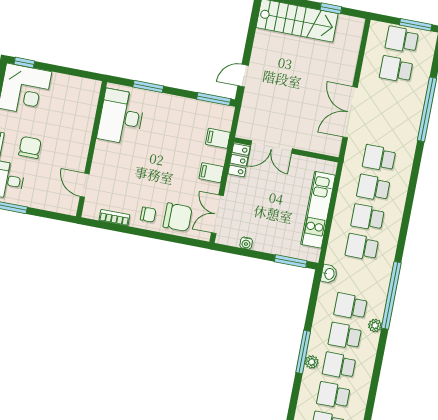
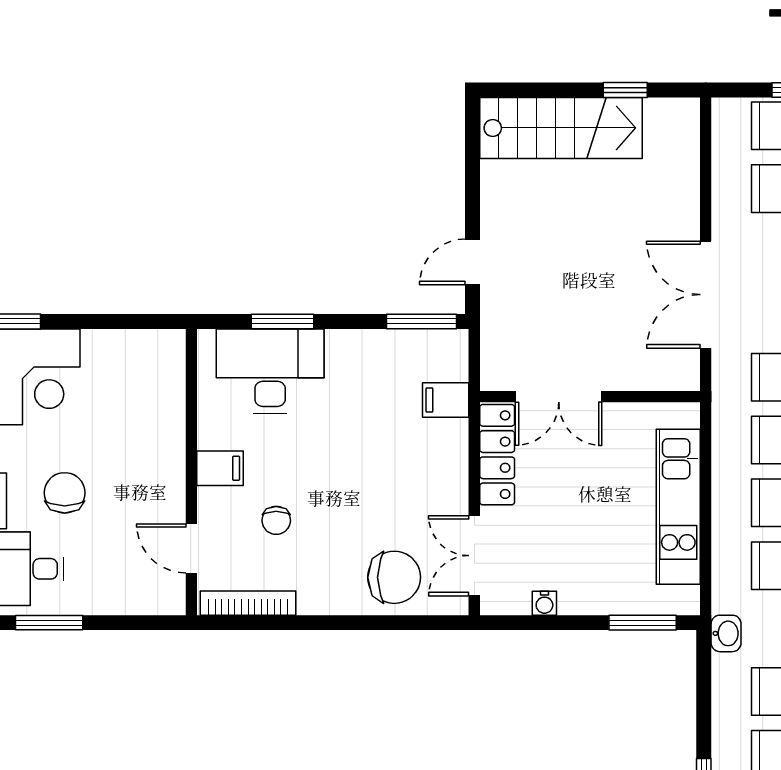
desk: (121, 117) -> (270, 371), moved, turned 90
locker: (239, 160) -> (497, 455), width x1.53
filing cabinet: (211, 173) -> (220, 468), moved, turned 180
chair: (148, 215) -> (276, 520), moved, turned 90
bookcase: (114, 218) -> (248, 603), width x1.56

